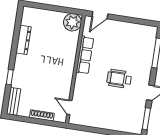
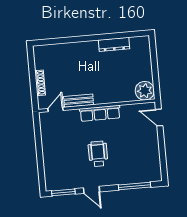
row of seats: (85, 55) -> (100, 113), moved
window: (10, 77) -> (72, 40), removed
bench: (14, 101) -> (79, 101), moved

